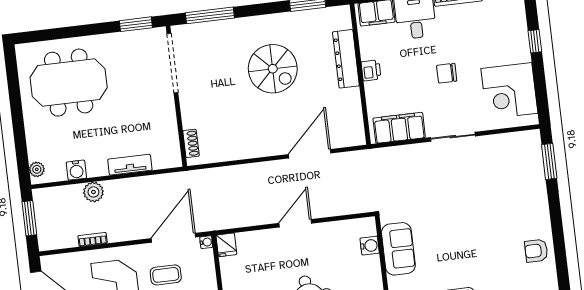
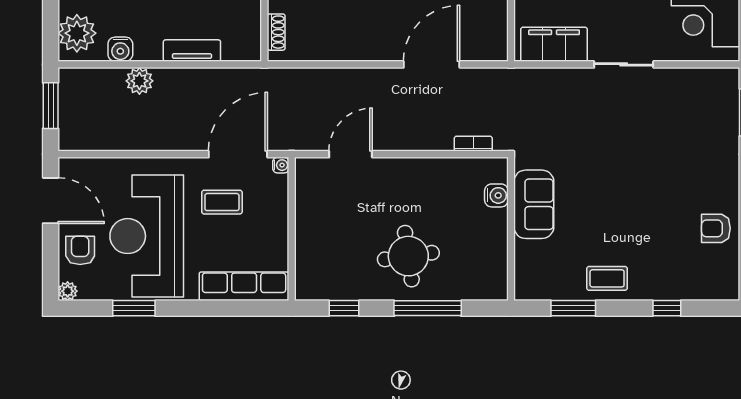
plant: (37, 169) -> (77, 33), width x1.88, depth x1.88
door: (295, 223) -> (351, 154), moved
bookcase: (93, 239) -> (473, 144), moved
fridge: (226, 245) -> (307, 172), removed

